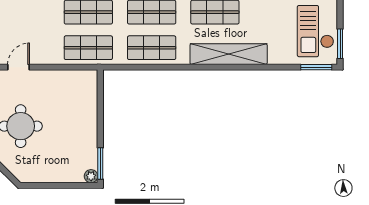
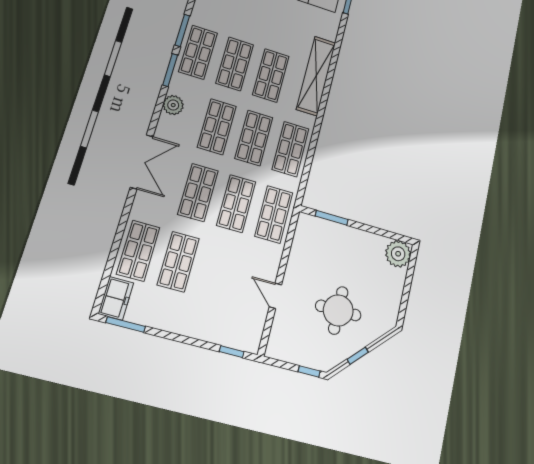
window: (100, 163) -> (332, 218), moved
plant: (91, 176) -> (398, 254), width x1.88, depth x1.88

